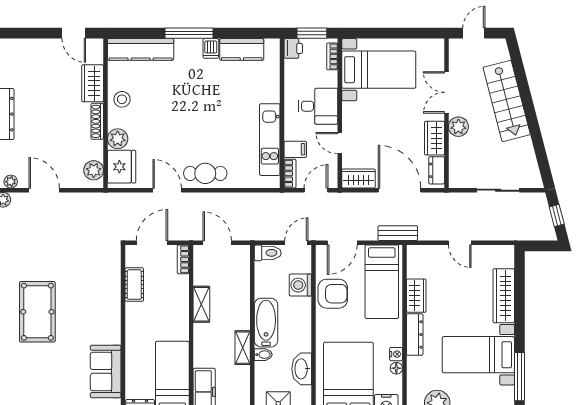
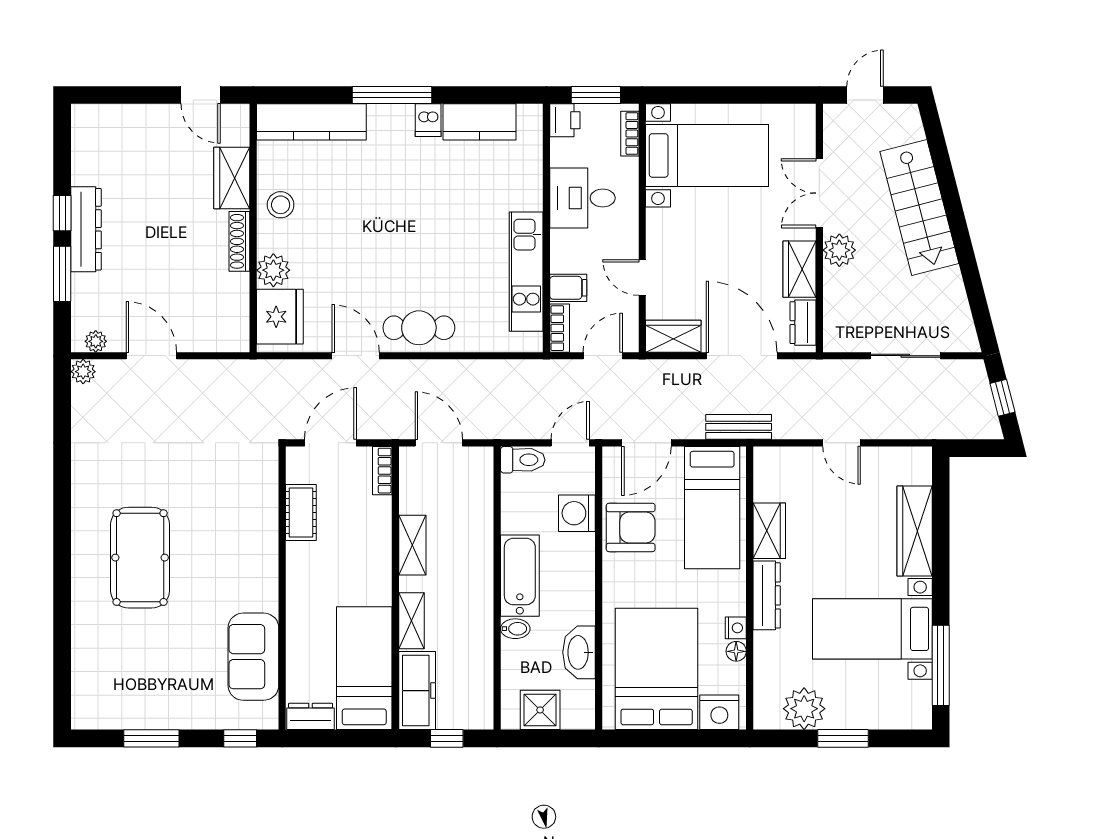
desk: (318, 106) -> (582, 198), moved, turned 180
plant: (94, 170) -> (233, 323), removed
shelving: (243, 348) -> (412, 621), moved

